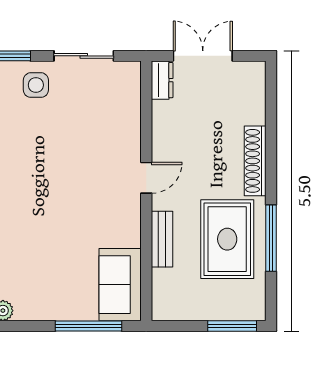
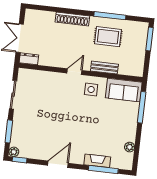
side table: (36, 85) -> (91, 89), moved
door: (146, 178) -> (74, 72), hinge flipped
rug: (227, 239) -> (108, 37), width x0.73, depth x0.70

